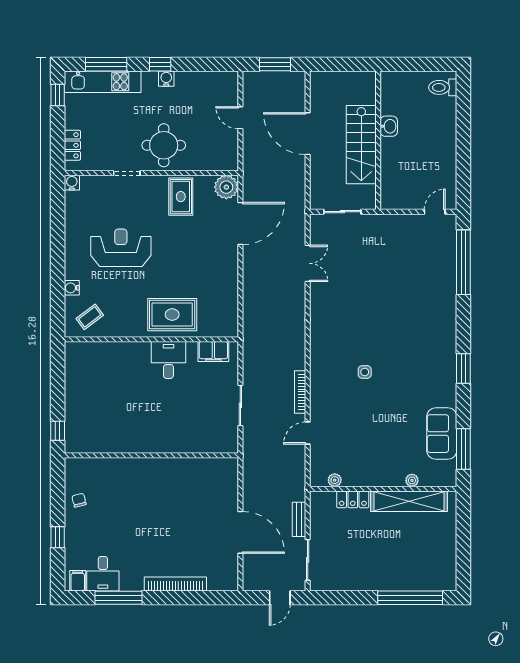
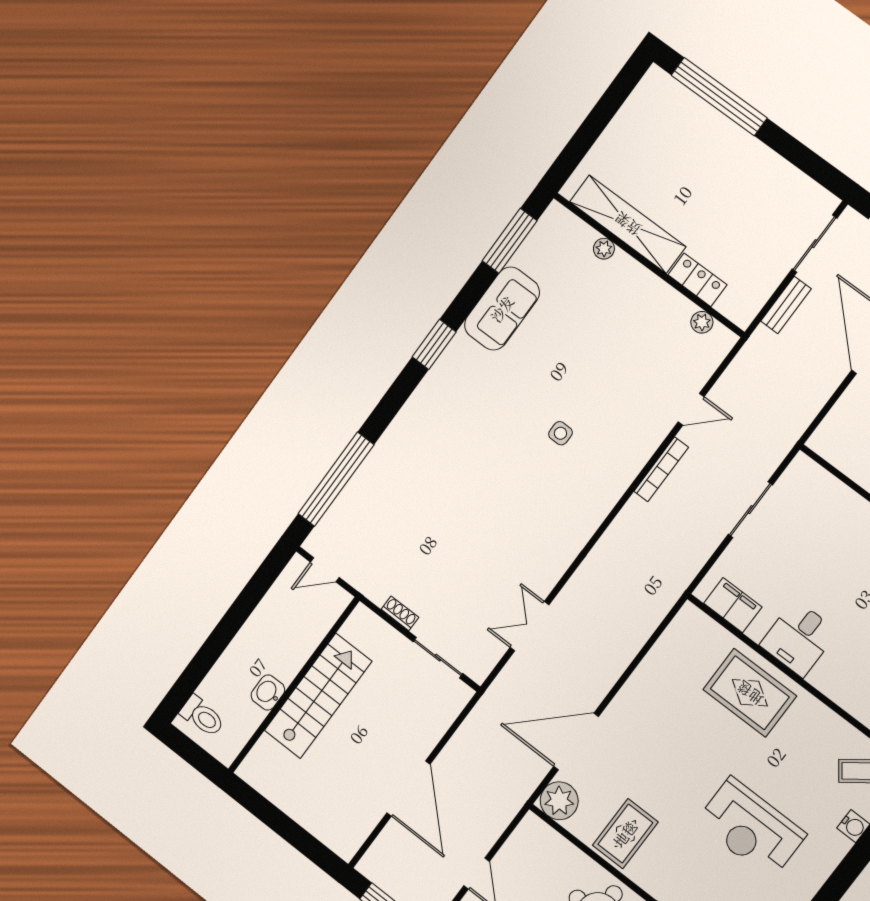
washbasin: (389, 126) -> (268, 693), moved
wall: (378, 140) -> (294, 685), moved
stairs: (361, 145) -> (318, 696), moved
shoe rack: (379, 219) -> (400, 613), added
sofa: (442, 434) -> (502, 309), moved

